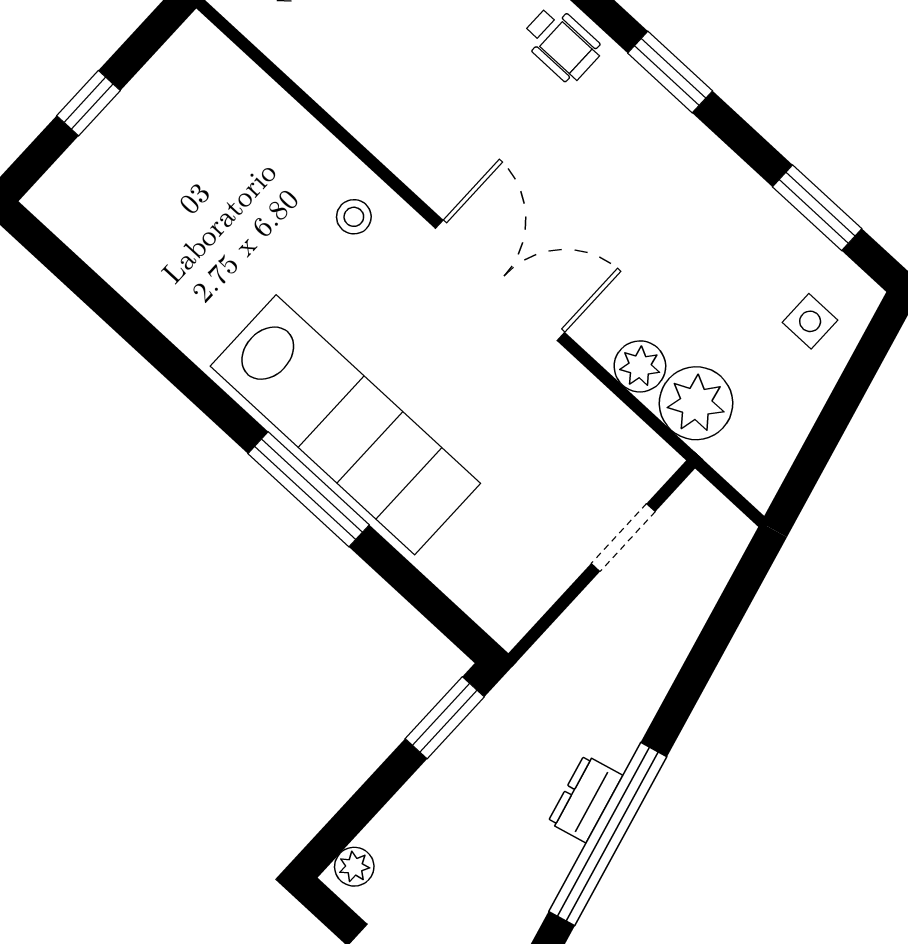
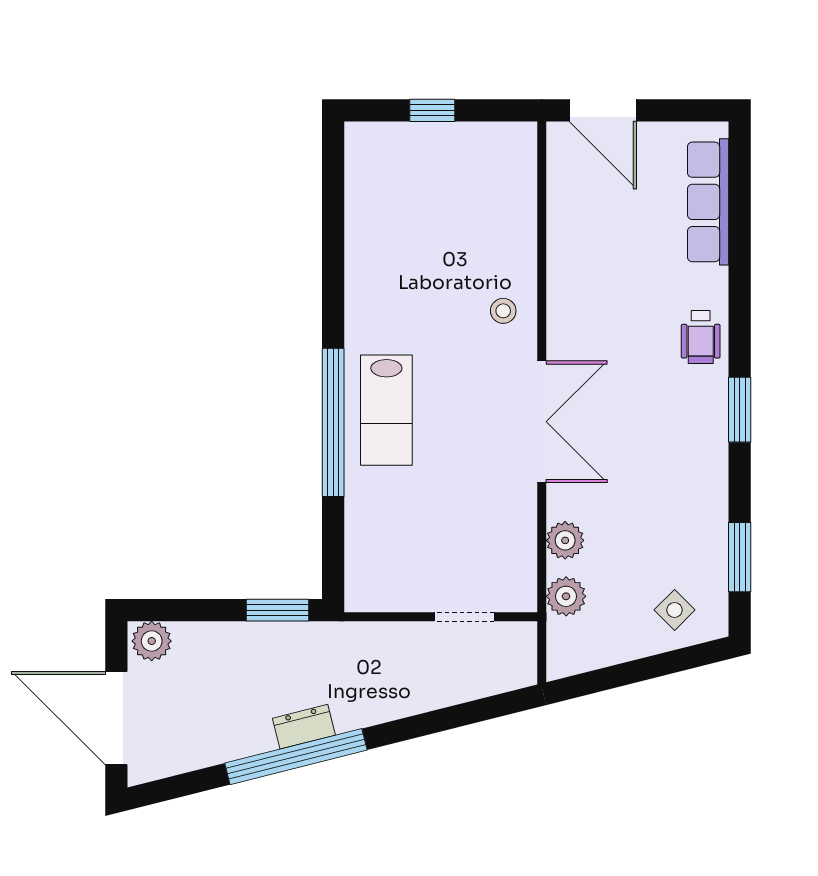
side table: (810, 321) -> (675, 610), turned 45
plant: (696, 403) -> (566, 596), width x0.73, depth x0.73
lab bench: (345, 425) -> (386, 410), width x0.54, depth x0.72
window: (309, 489) -> (333, 422), width x1.46
plant: (354, 867) -> (152, 641), width x1.38, depth x1.38

